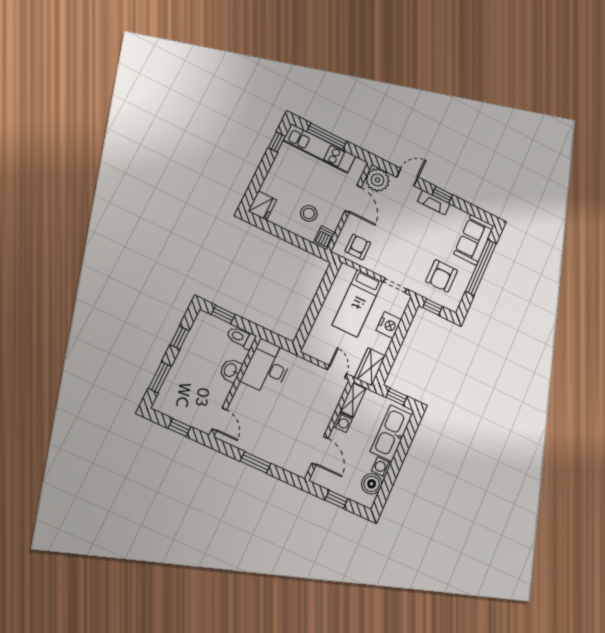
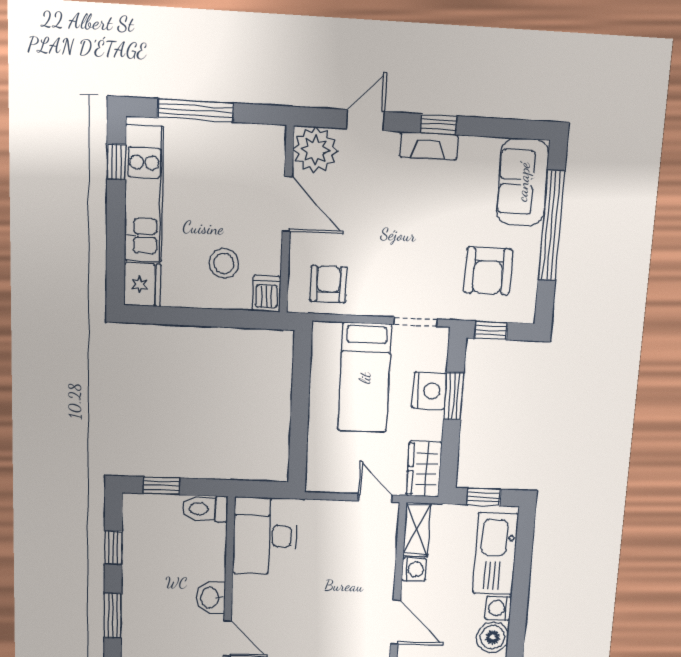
kitchen unit: (319, 149) -> (144, 194), moved, turned -90
window: (401, 333) -> (454, 396), added
washbasin: (231, 370) -> (211, 598), moved

